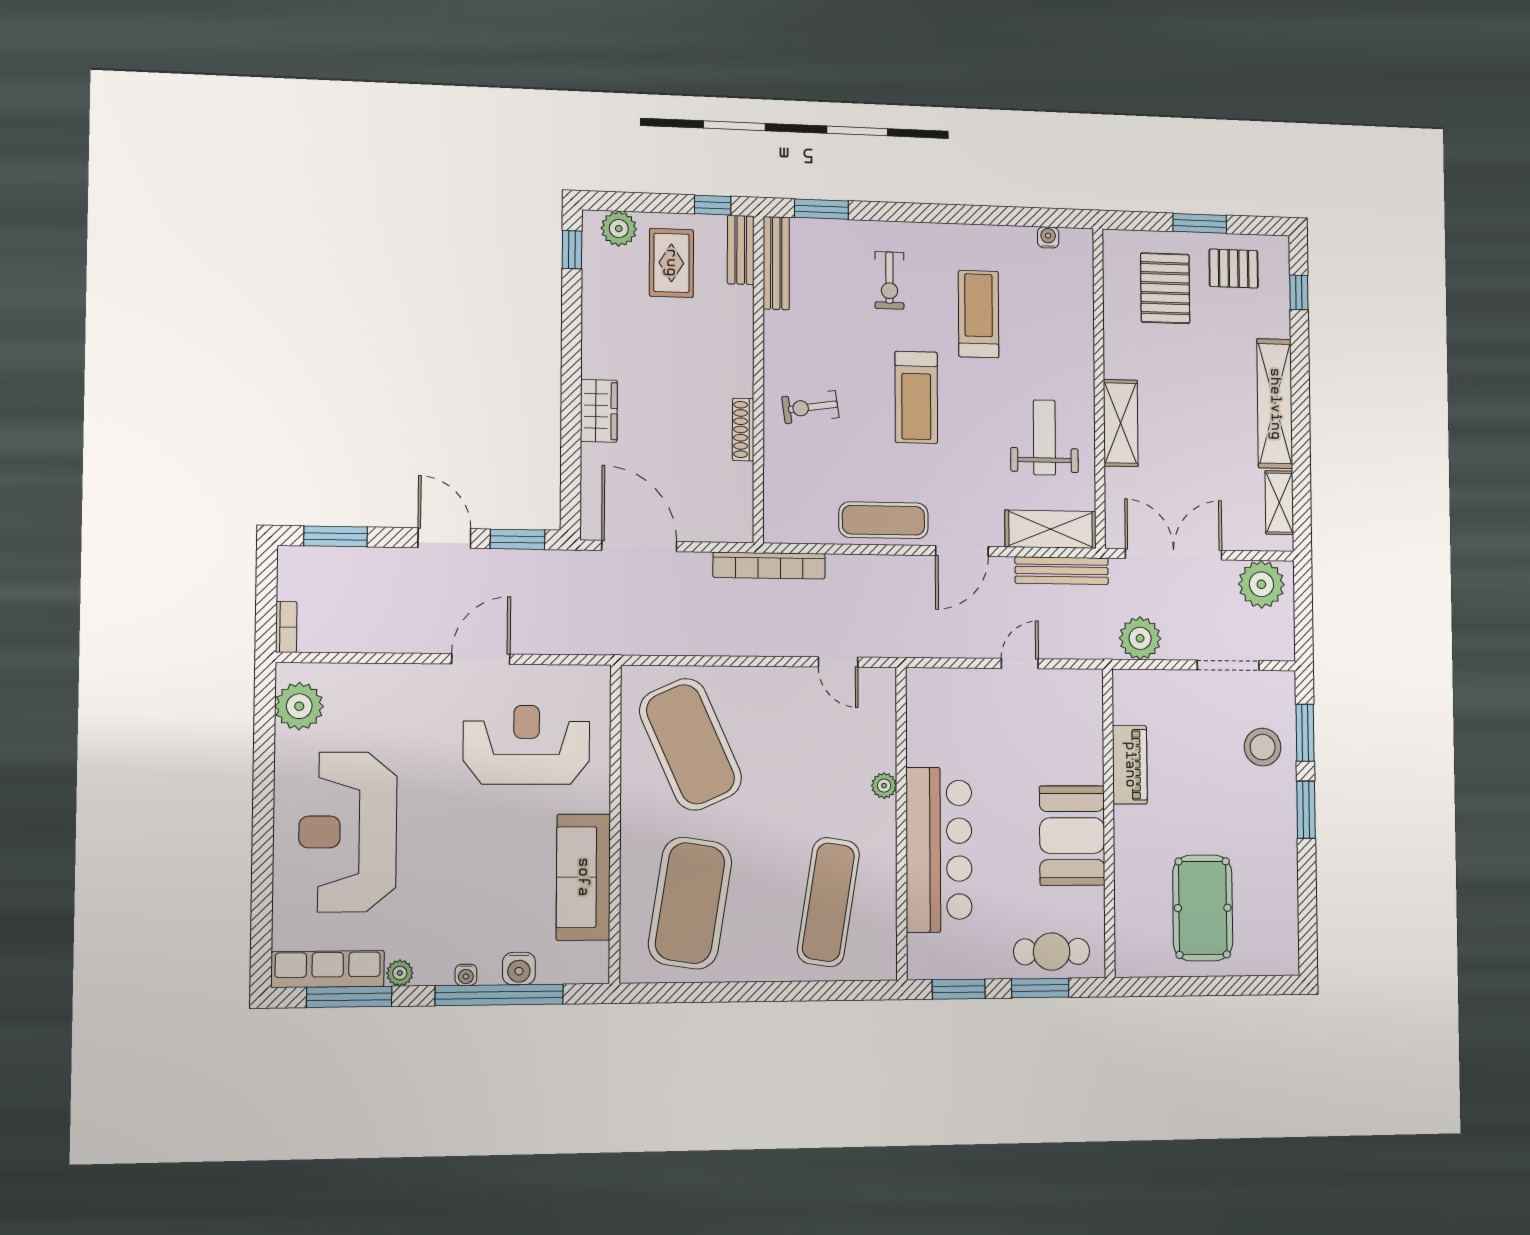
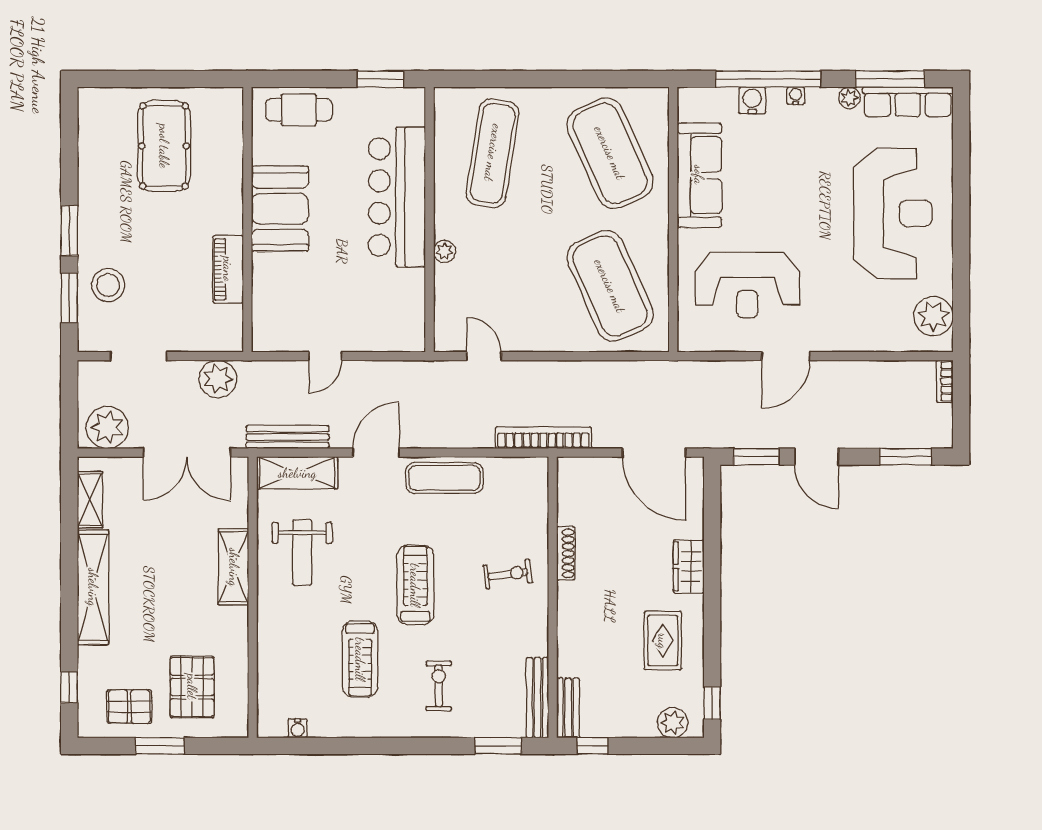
rug: (671, 263) -> (663, 641), moved
exercise mat: (690, 903) -> (610, 153), turned -33
window: (1040, 988) -> (309, 79), removed

